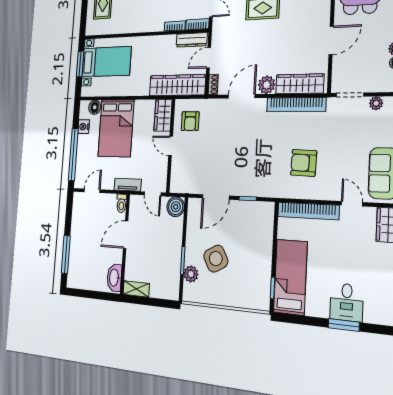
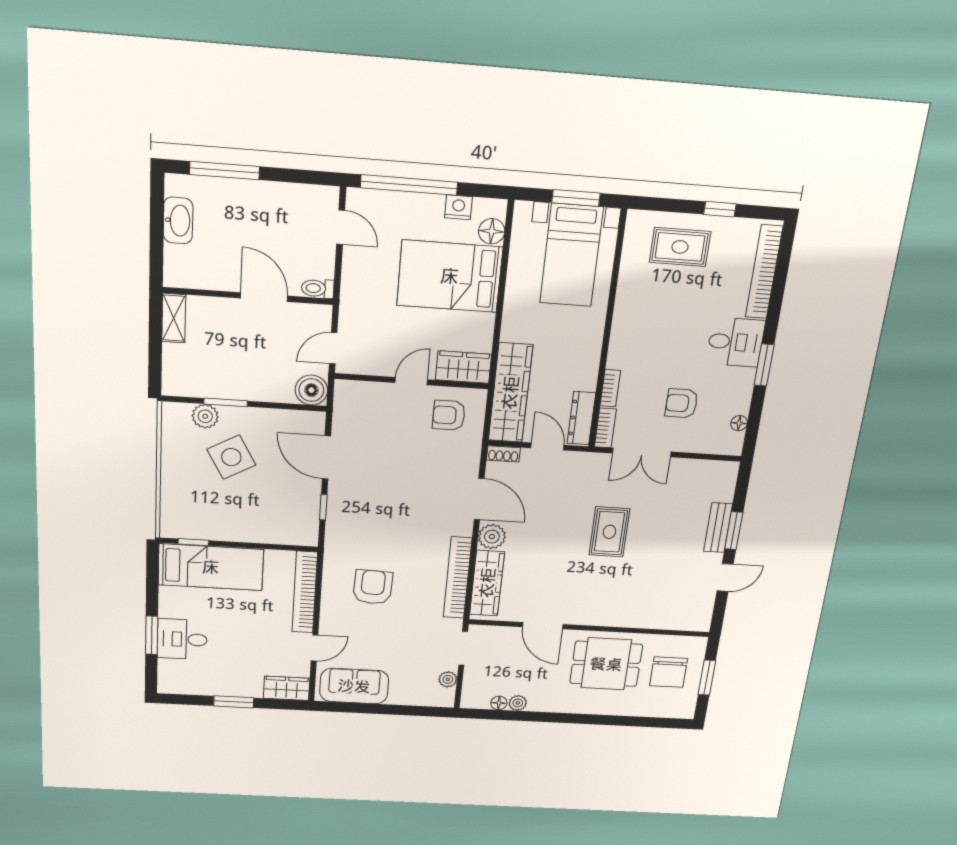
tv unit: (128, 185) -> (350, 300), removed
washbasin: (114, 278) -> (178, 220), moved, turned 90

